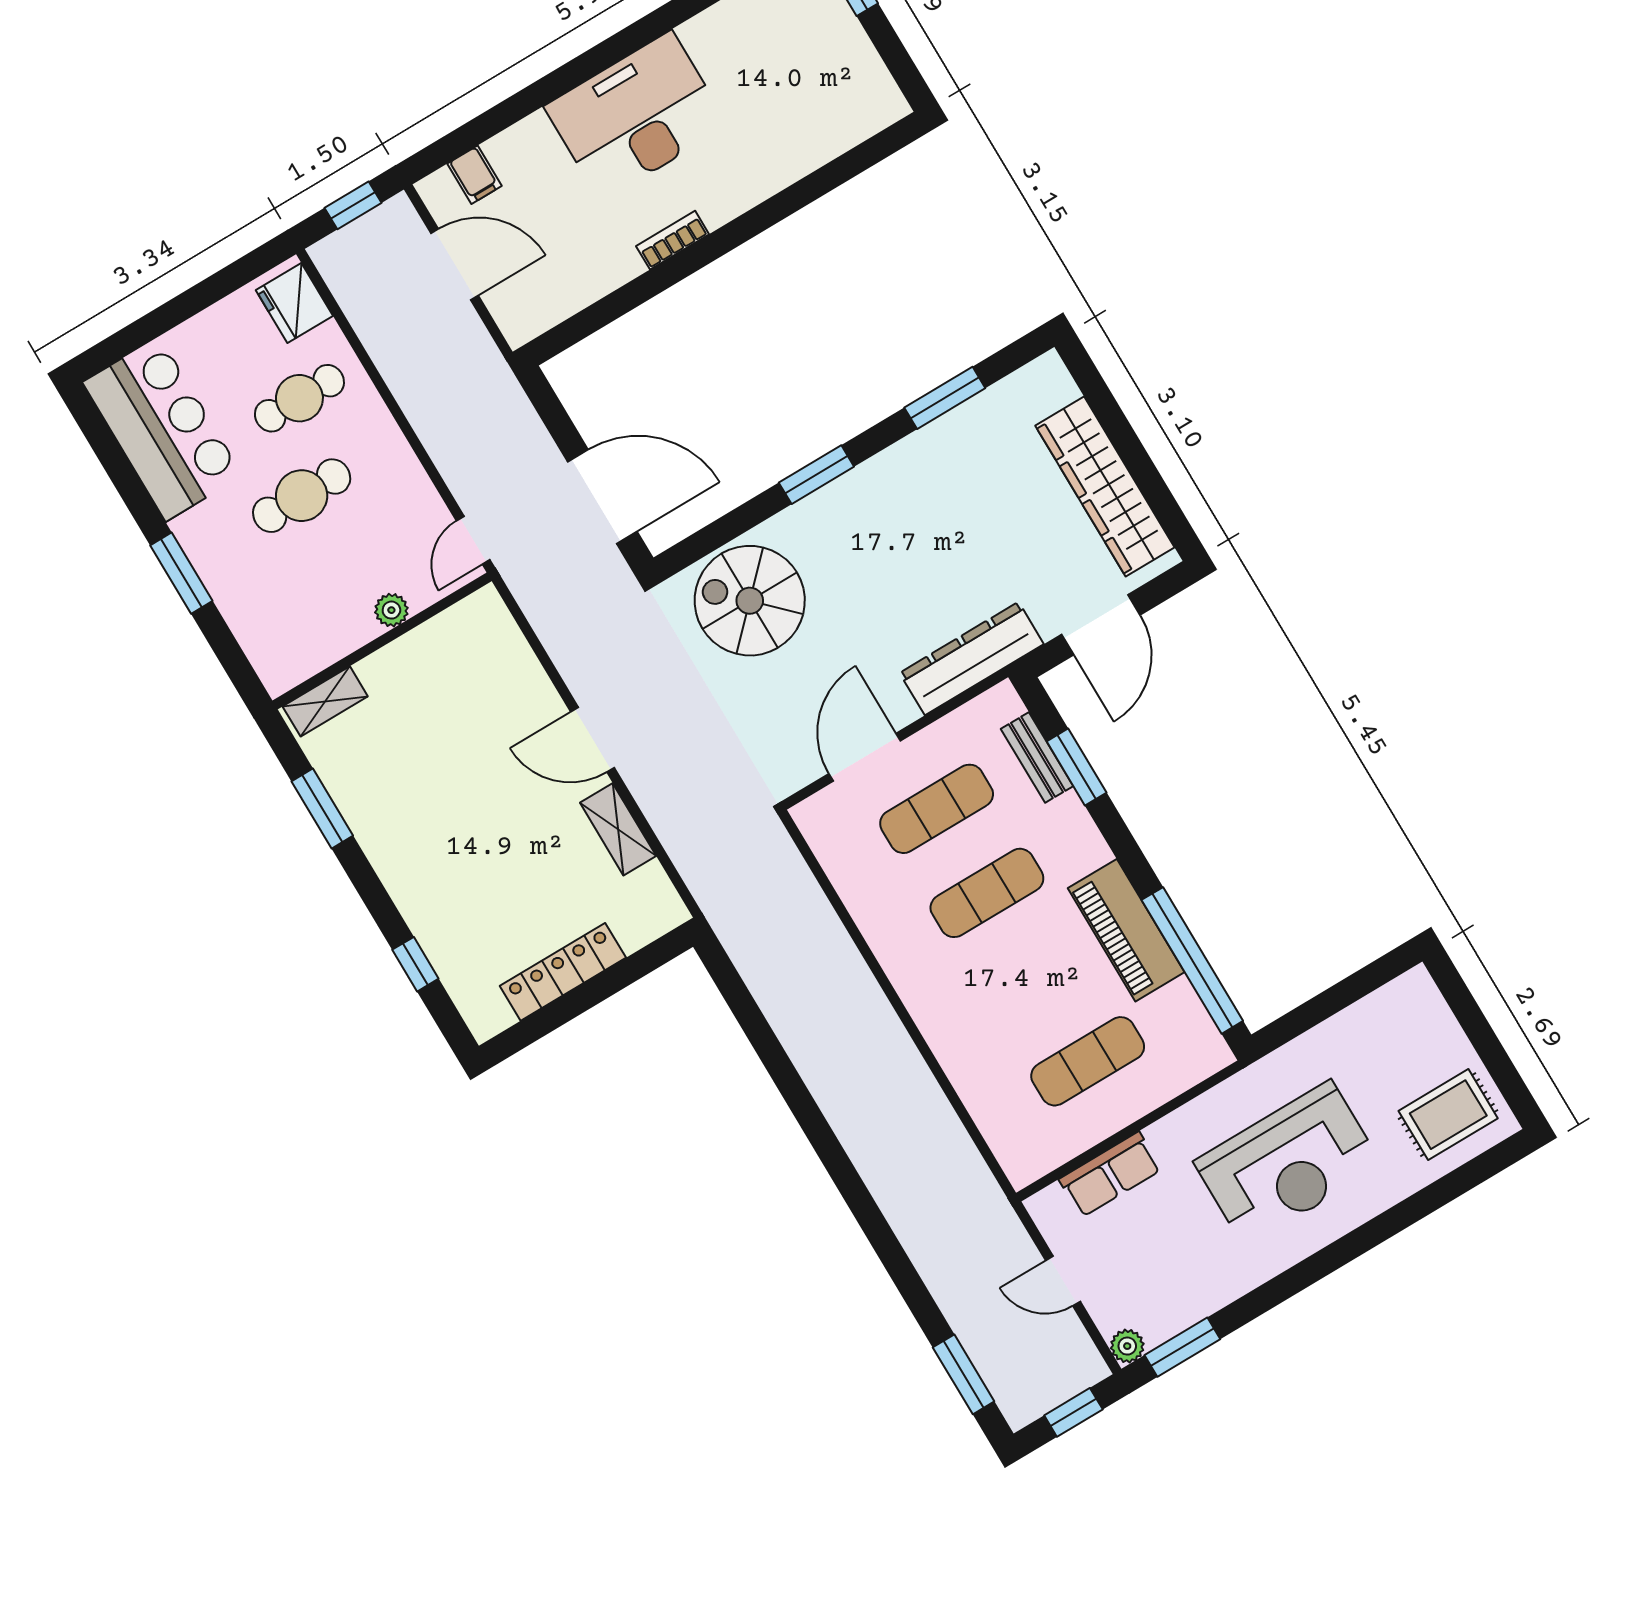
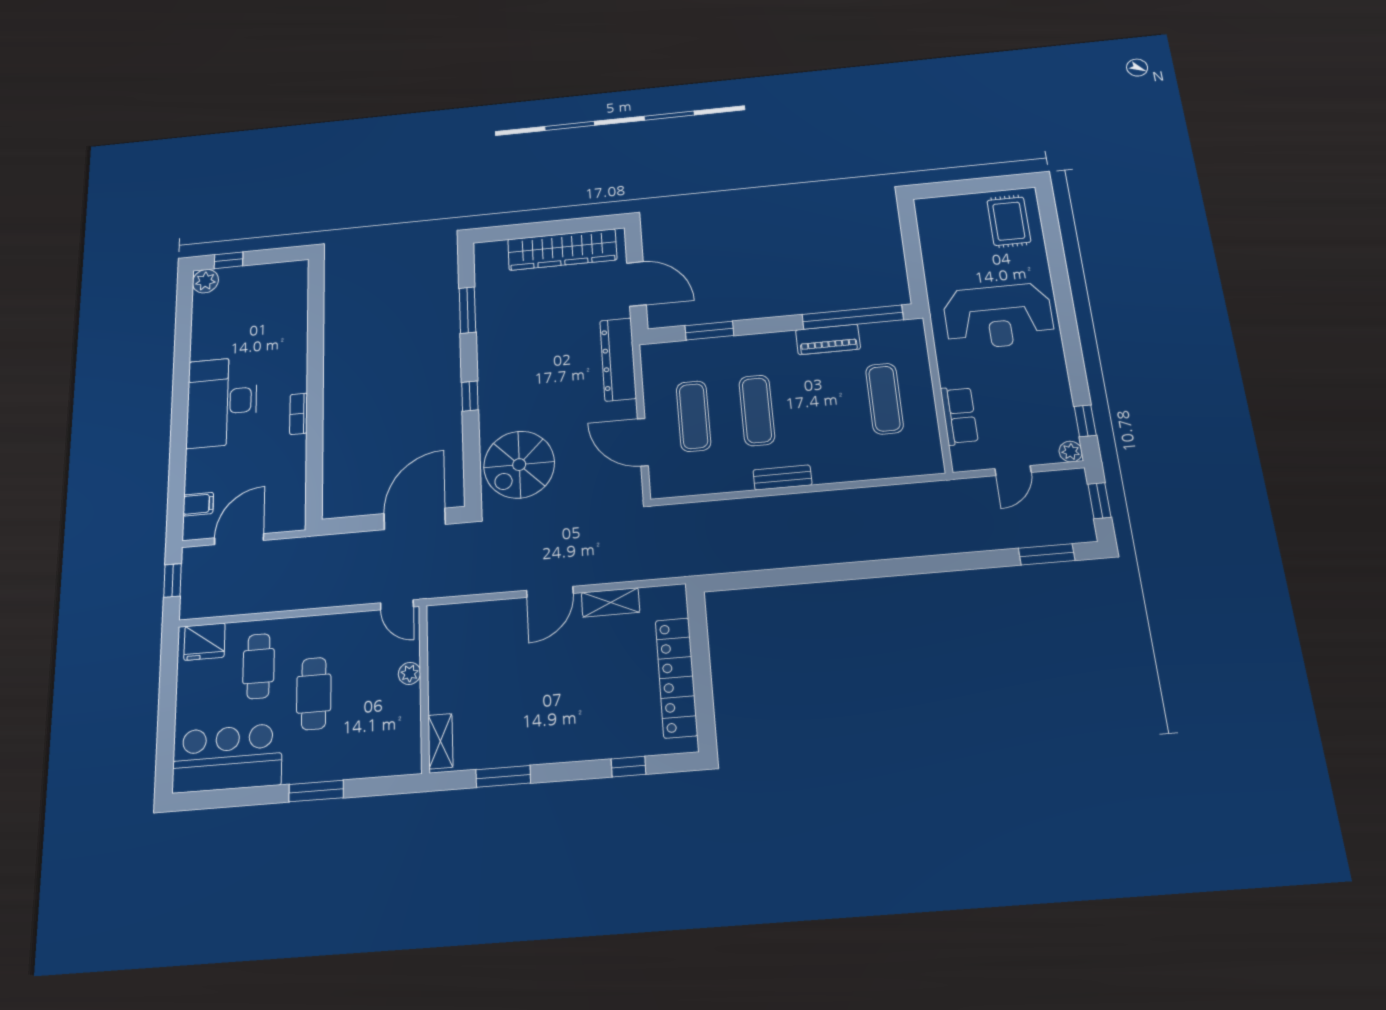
window: (816, 475) -> (470, 396), width x0.67
bench: (1037, 757) -> (782, 477), moved
piano: (1126, 930) -> (828, 339), width x0.73, depth x0.75
locker: (563, 972) -> (676, 678), width x1.41, depth x1.21
reception desk: (1288, 1164) -> (998, 316), turned 90
window: (1182, 1347) -> (1085, 421), width x0.67

